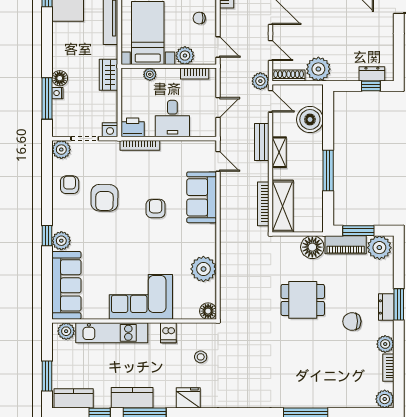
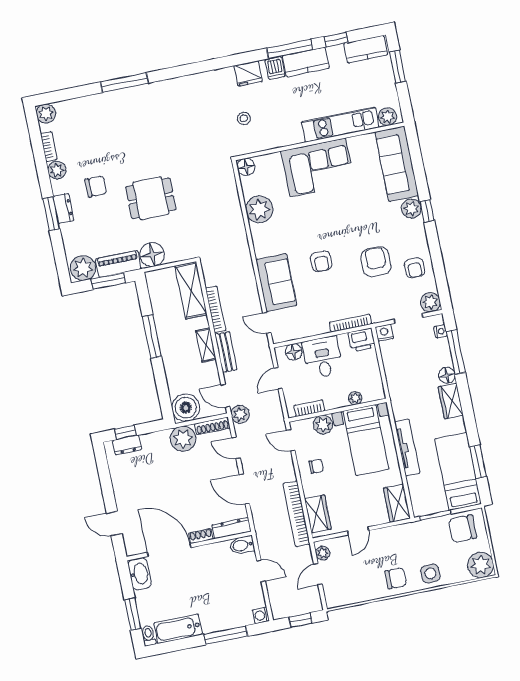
wardrobe: (109, 75) -> (451, 401), moved, turned 180
nightstand: (57, 93) -> (440, 331), moved
boiler: (310, 120) -> (186, 408), moved
floor lamp: (199, 129) -> (294, 352), added
bookcase: (263, 204) -> (216, 309), moved
dishwasher: (168, 333) -> (275, 68), moved, turned 180

